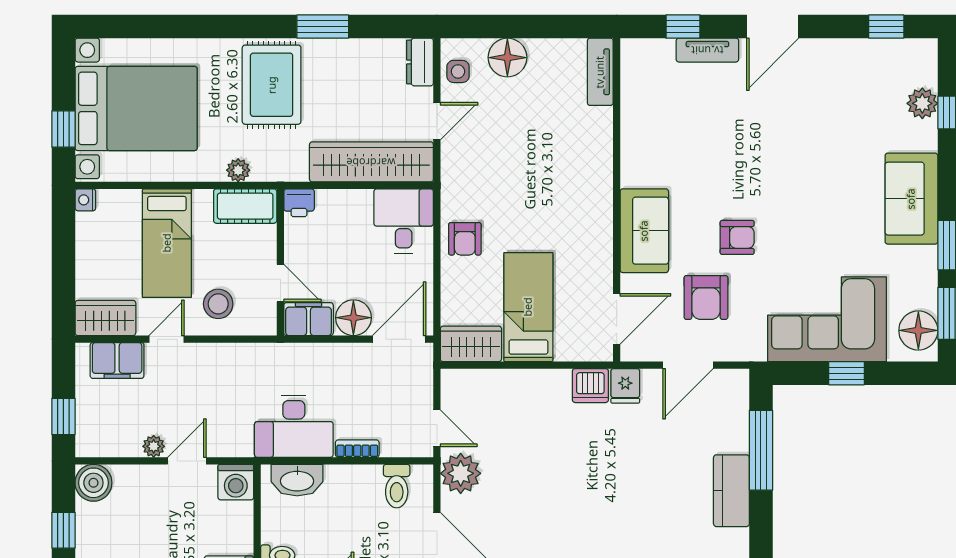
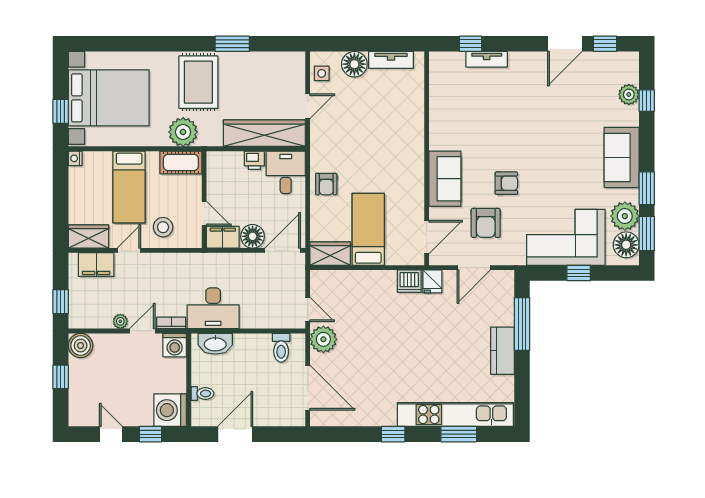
door: (773, 27) -> (565, 44), moved
dresser: (420, 62) -> (296, 67), removed
tv unit: (600, 72) -> (391, 60), moved, turned -90
plant: (238, 170) -> (183, 132), width x1.88, depth x1.88
printer: (299, 203) -> (254, 160), moved
plant: (916, 287) -> (625, 216), added
bookcase: (357, 449) -> (171, 323), moved

